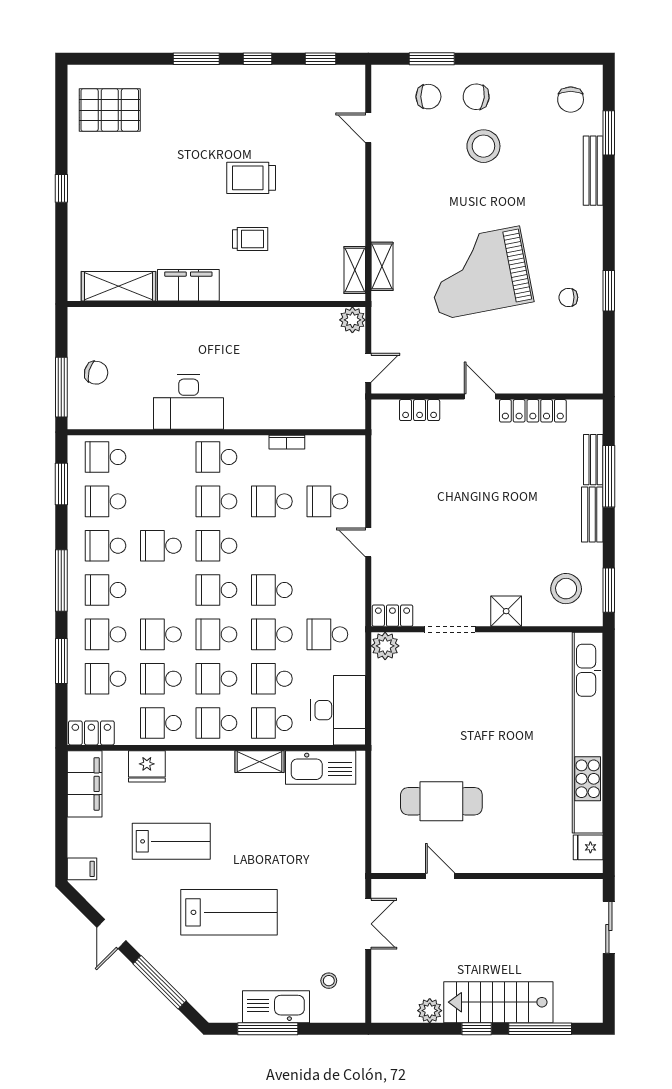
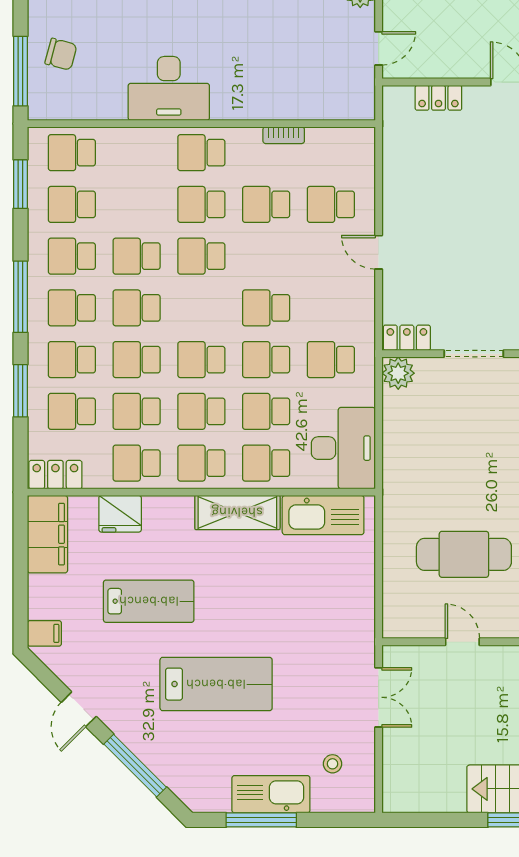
school desk: (216, 590) -> (137, 308), moved
shelving: (259, 762) -> (237, 512), width x1.50, depth x1.33
plant: (430, 1011) -> (450, 799), removed

